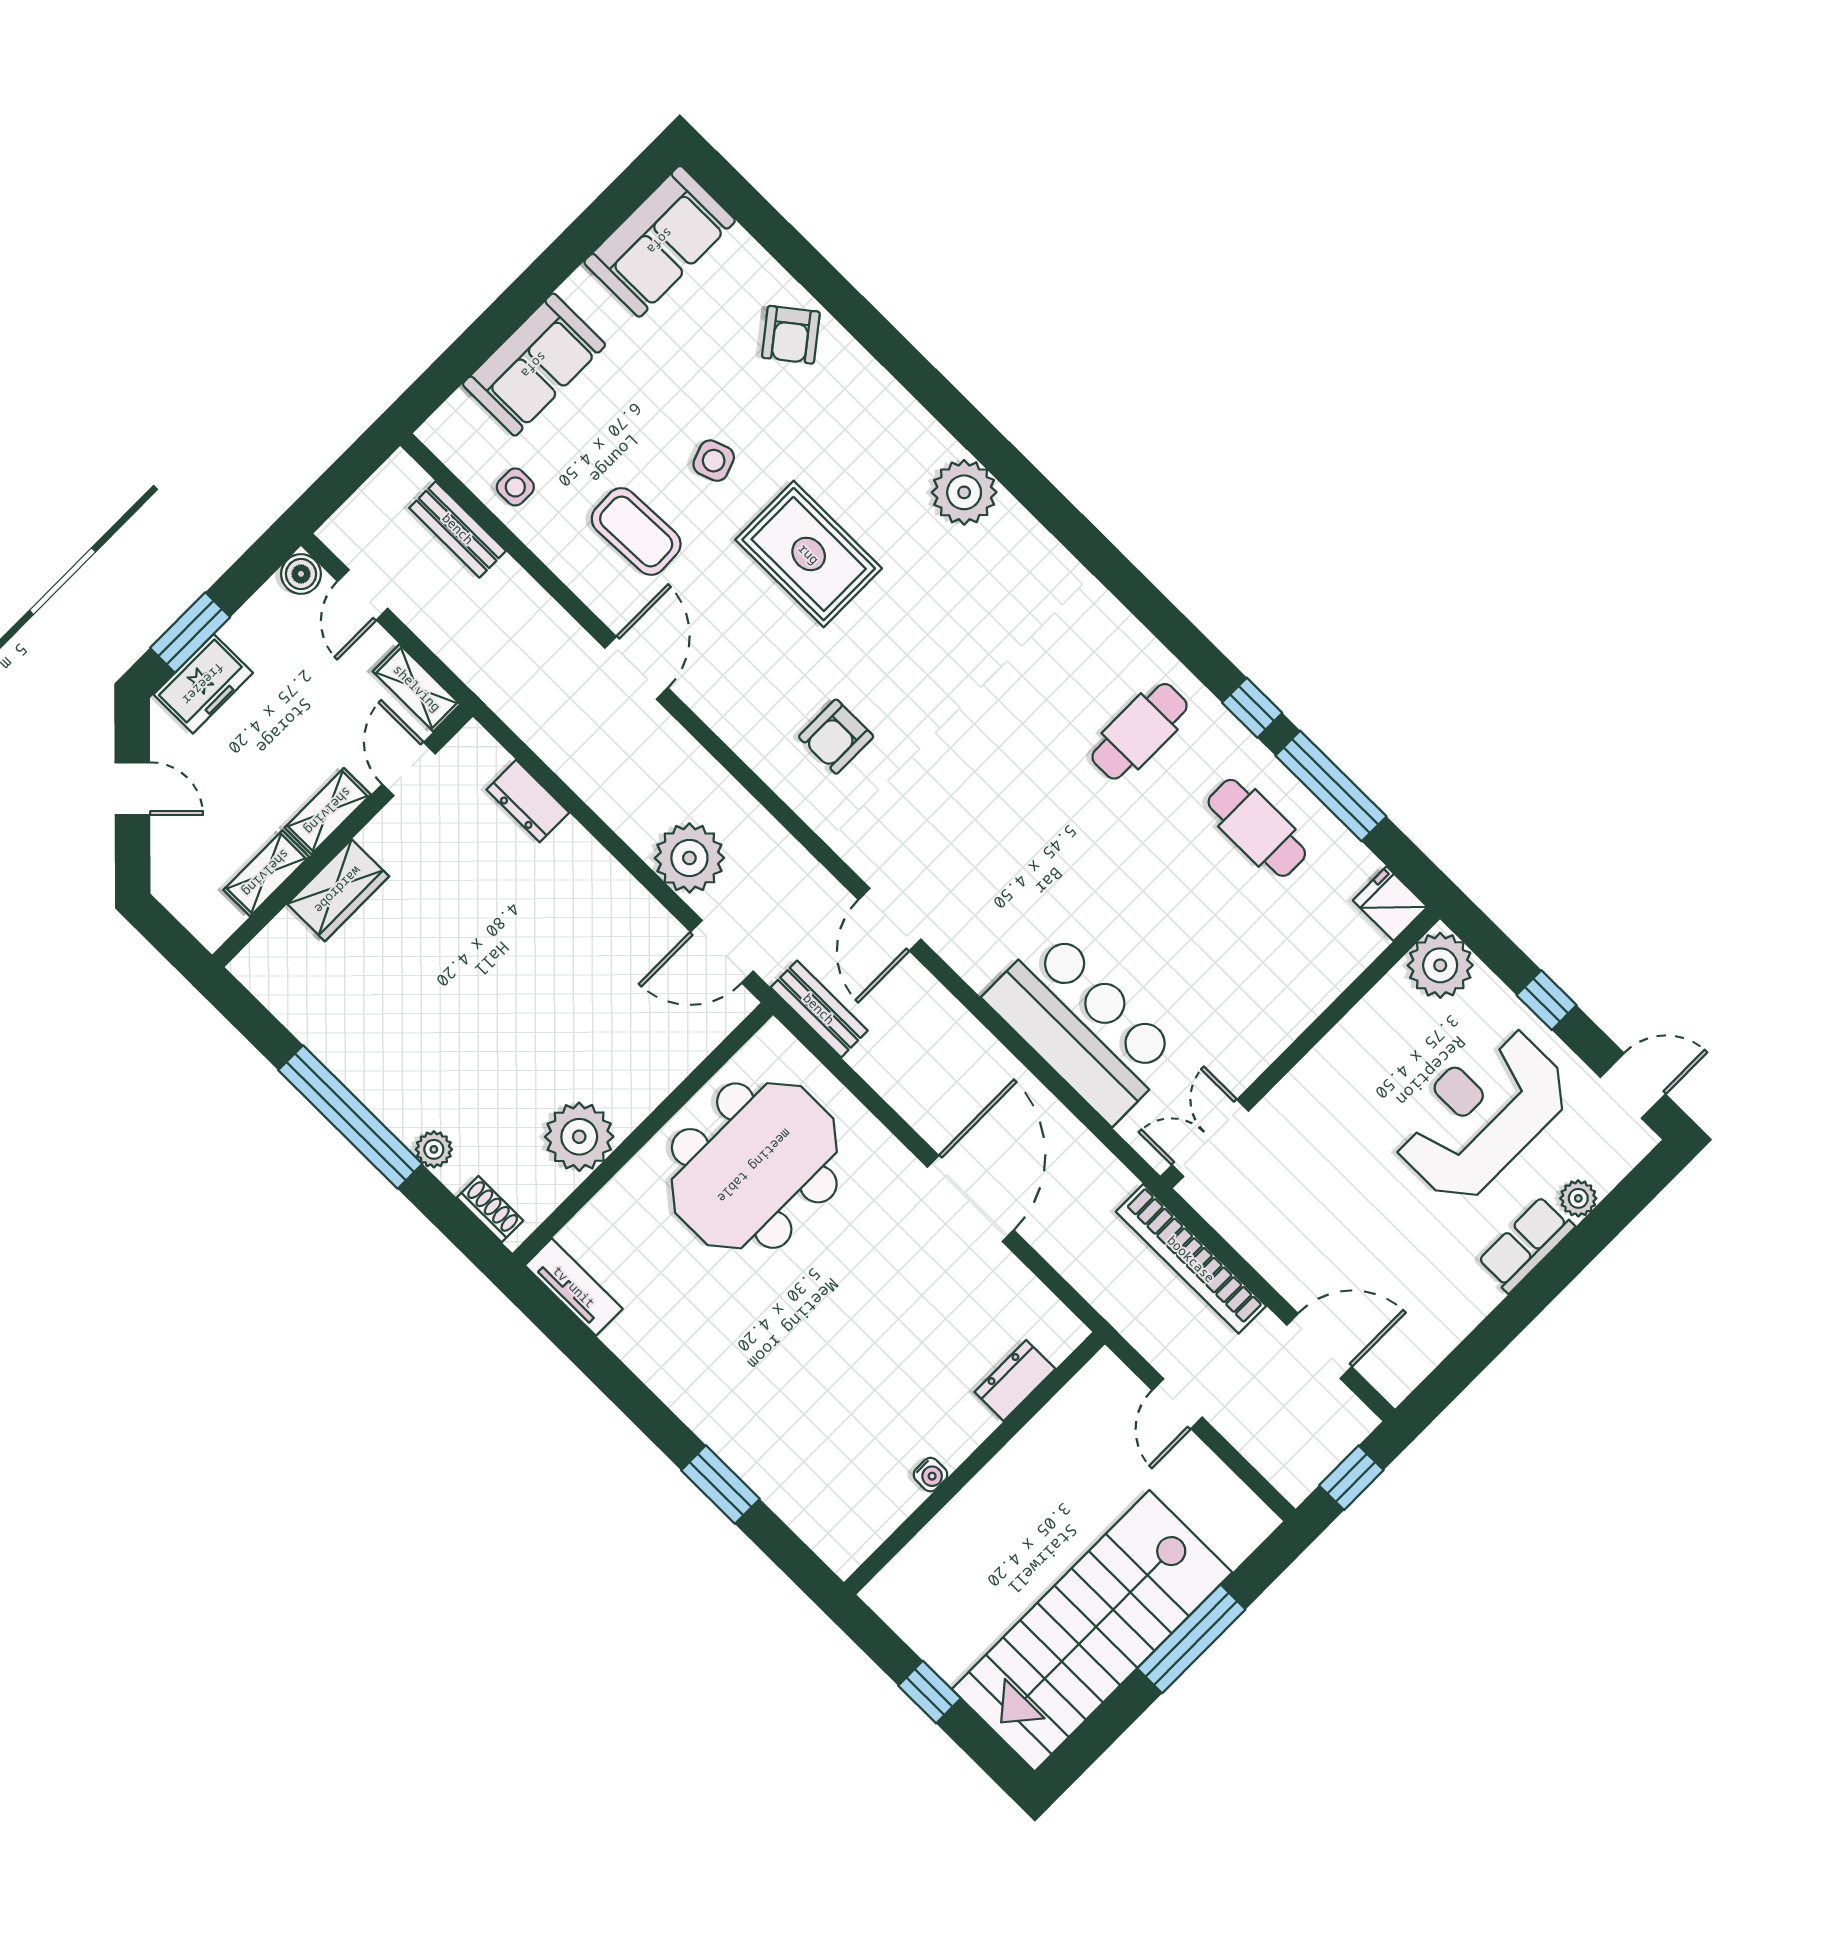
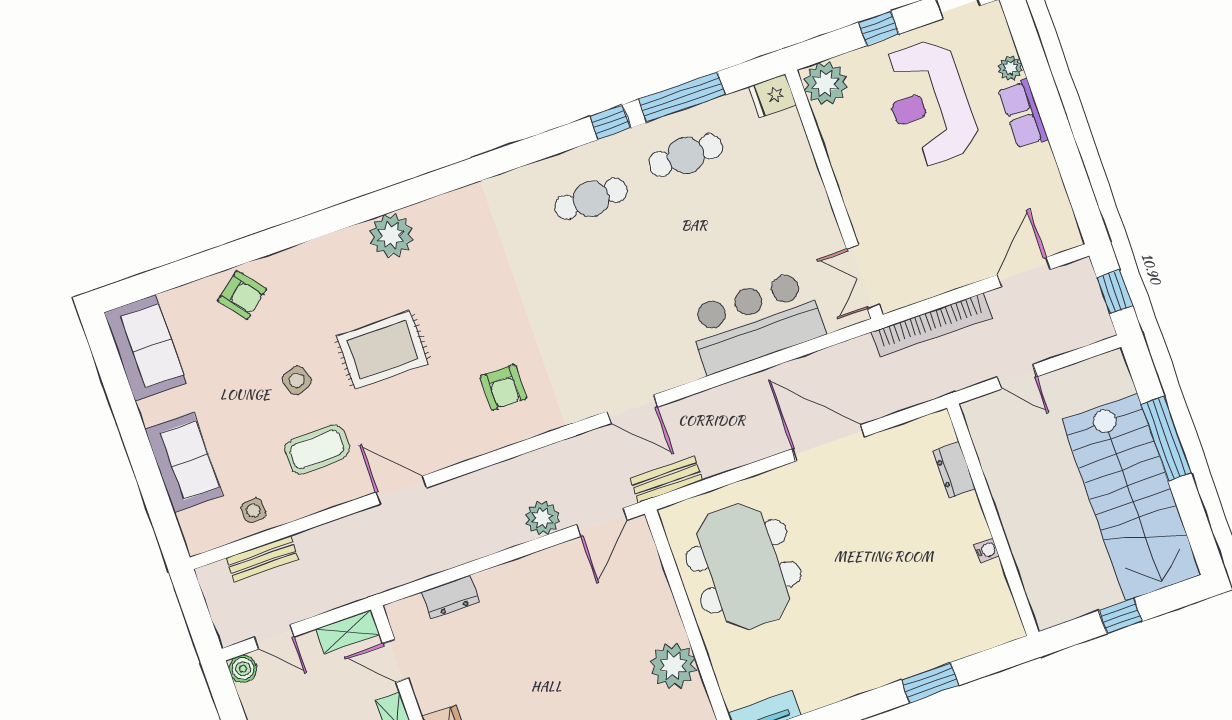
cafe table: (1140, 731) -> (591, 199), turned 90
plant: (689, 858) -> (542, 518), width x0.73, depth x0.73

